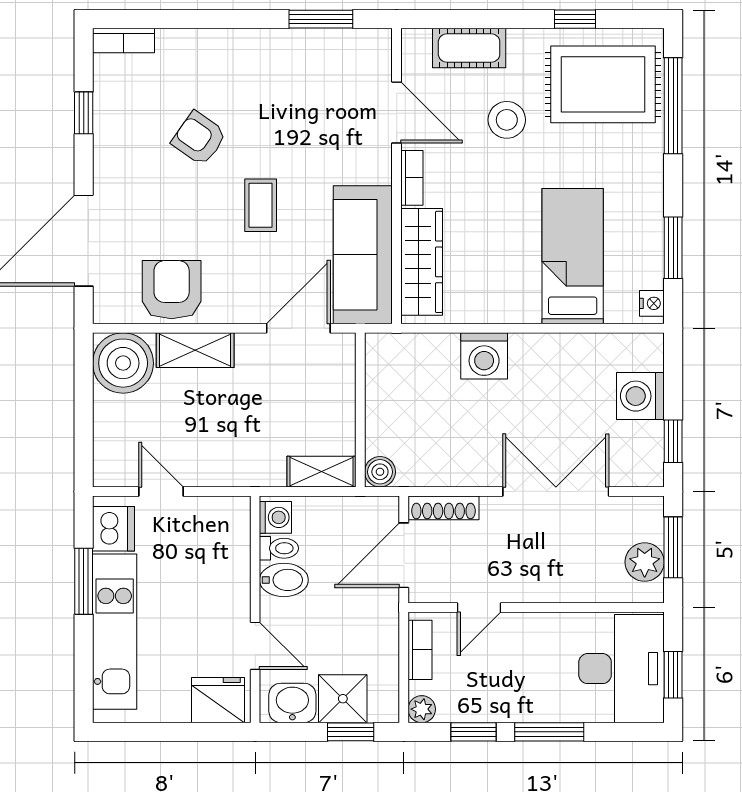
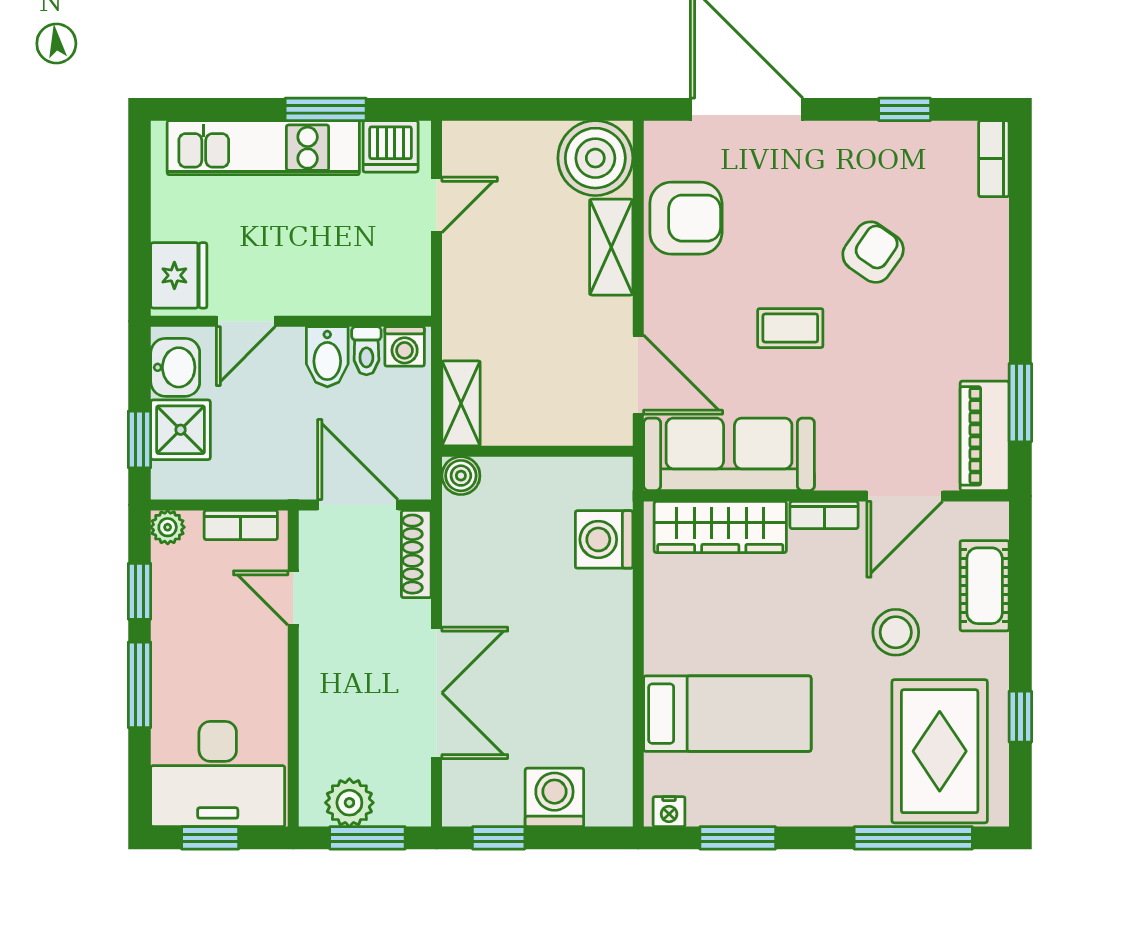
piano: (348, 48) -> (985, 436), added
washing machine: (484, 356) -> (604, 539), moved

